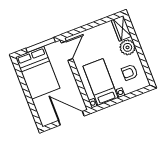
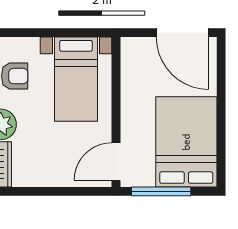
door: (71, 118) -> (182, 33), moved

